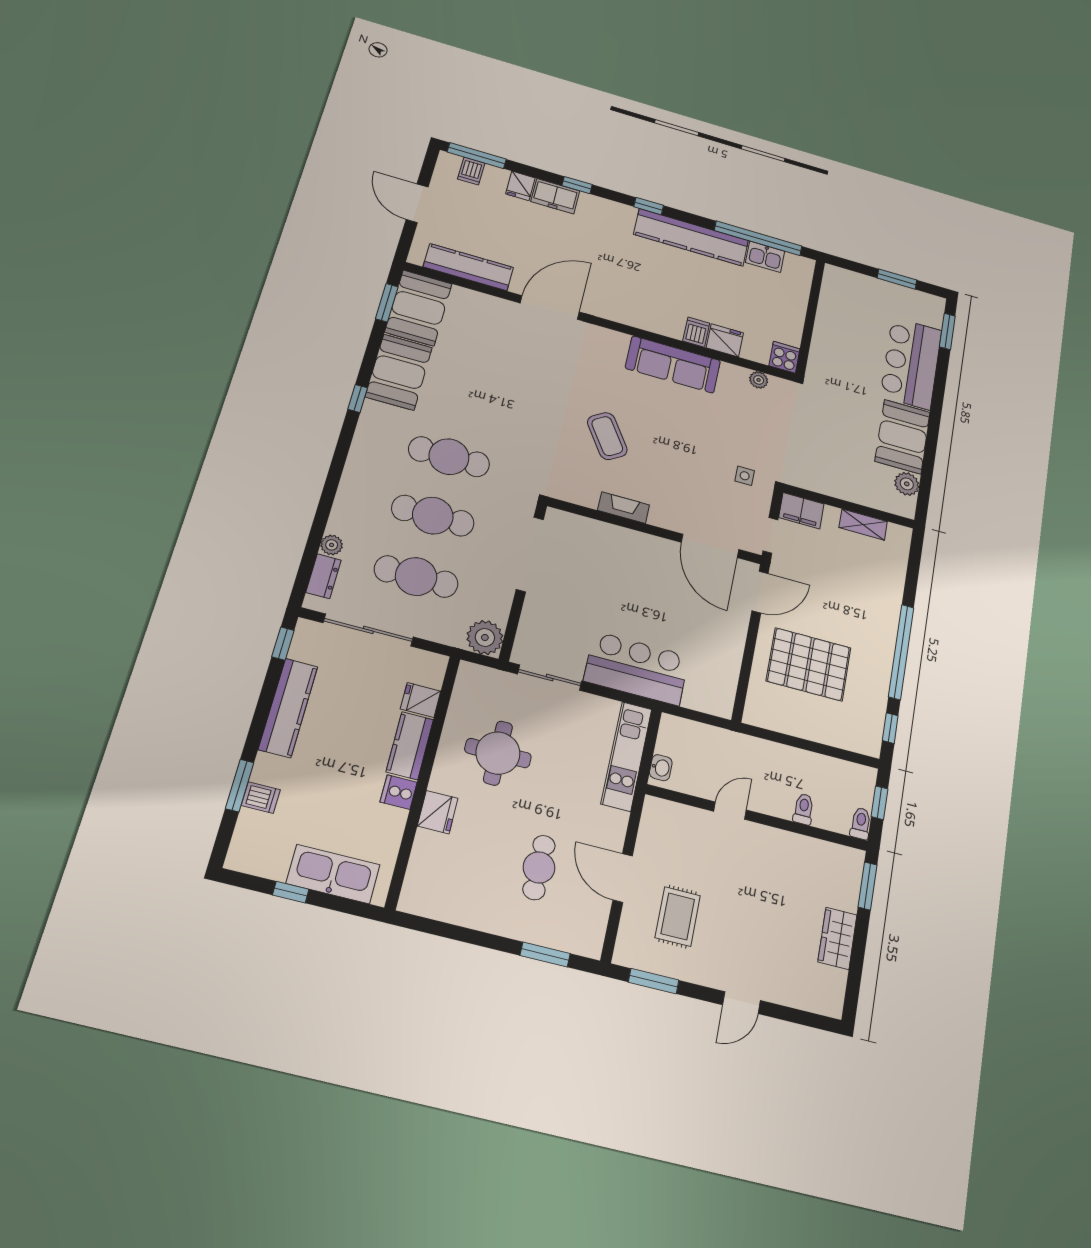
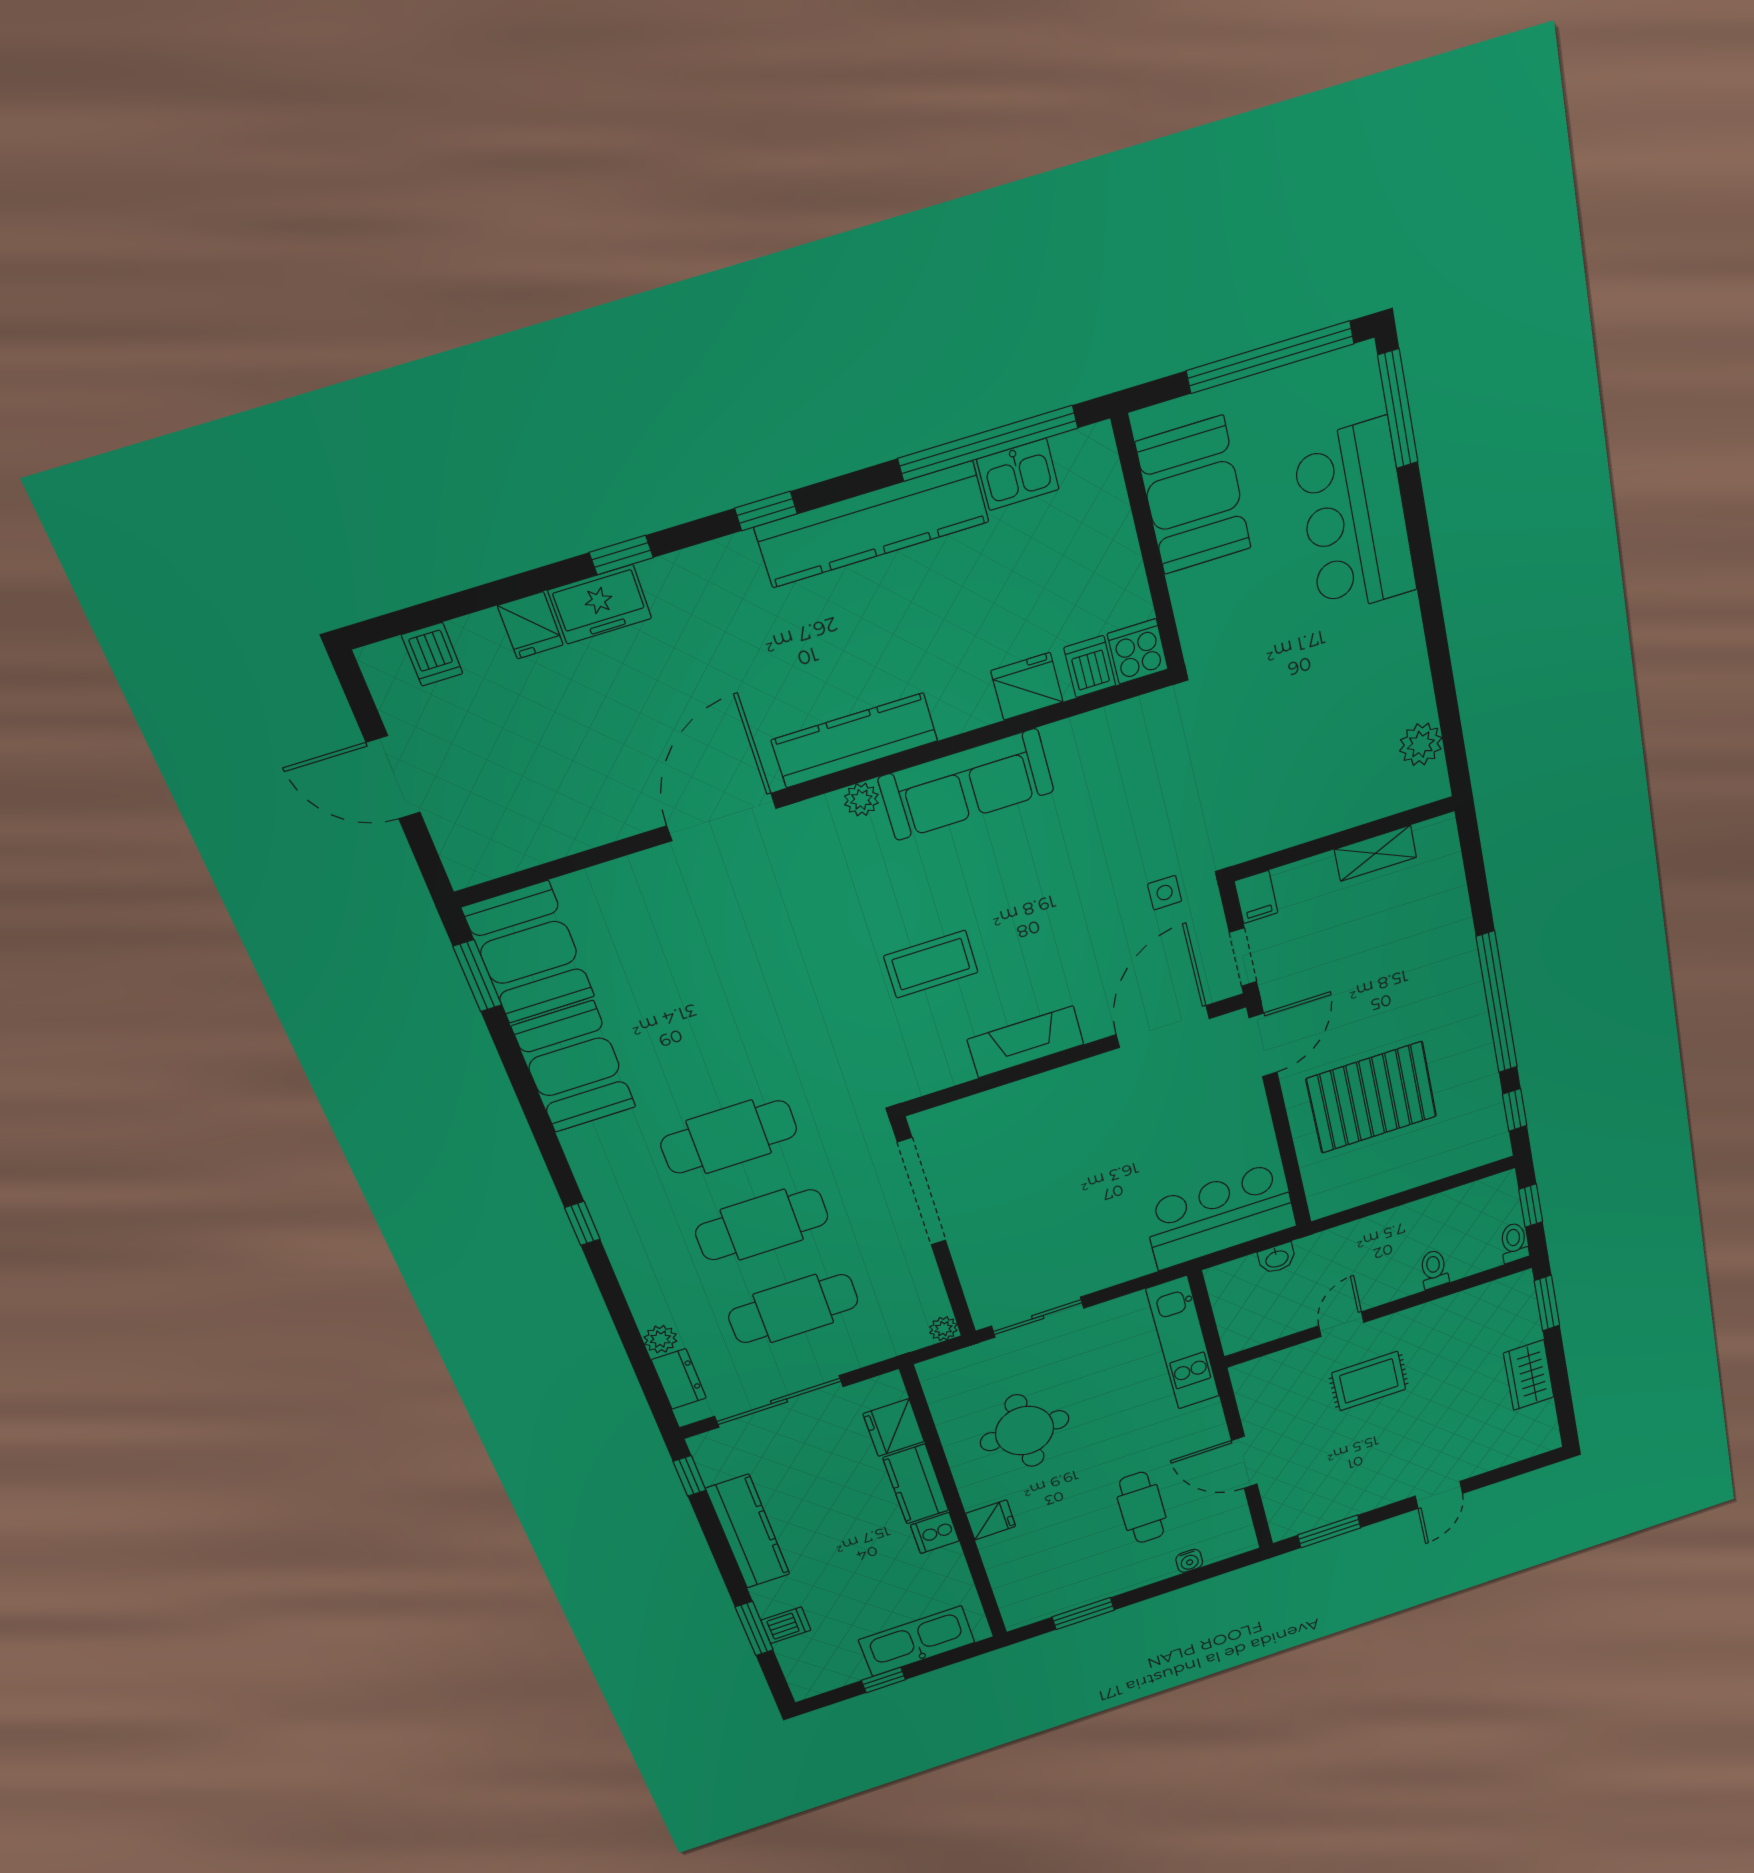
window: (477, 156) -> (419, 617), removed
kitchen counter: (468, 267) -> (855, 740), moved
window: (897, 279) -> (1270, 357), width x2.11
window: (947, 331) -> (1398, 409), width x1.44
dishwasher: (696, 332) -> (1090, 667), moved
plant: (759, 380) -> (861, 800), moved
window: (358, 399) -> (582, 1223), moved
coffee table: (607, 436) -> (931, 964), turned -57
booth: (903, 437) -> (1194, 495), moved
fireplace: (624, 508) -> (1026, 1042), width x1.37, depth x1.32
filing cabinet: (801, 511) -> (1256, 897), width x0.50
door: (710, 546) -> (1163, 1027), swing flipped
plant: (485, 637) -> (943, 1329), width x0.53, depth x0.53
bar counter: (636, 668) -> (1219, 1216), moved
fridge: (421, 700) -> (894, 1428), width x1.38
washbasin: (661, 768) -> (1277, 1258), moved, turned 90
fridge: (438, 812) -> (991, 1520), width x0.72
rug: (678, 916) -> (1369, 1381), moved, turned 90
water cooler: (548, 937) -> (1189, 1561), added
window: (545, 954) -> (1083, 1613), moved

